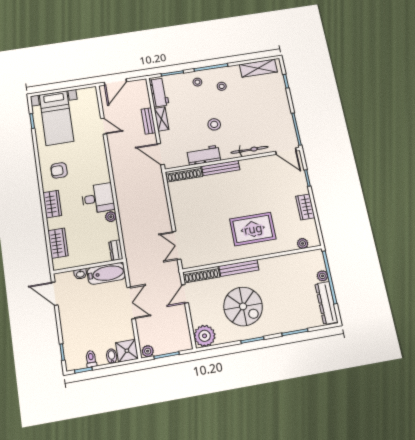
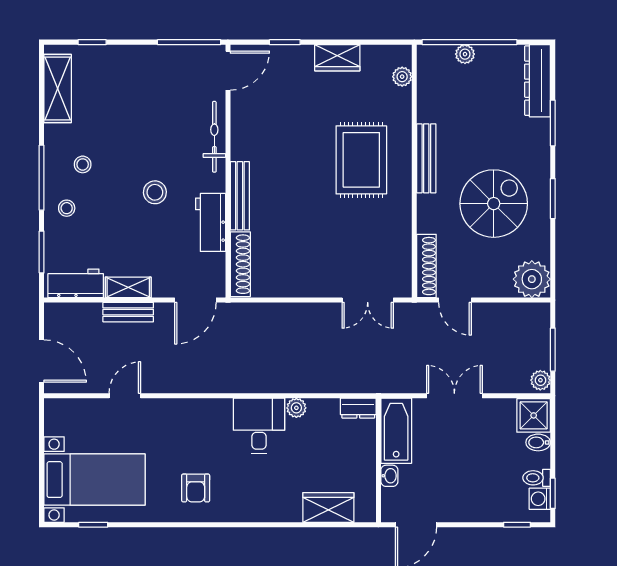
wardrobe: (52, 204) -> (256, 508), removed
bench: (239, 268) -> (426, 158), moved
dresser: (326, 303) -> (538, 81), moved, turned 90
washing machine: (79, 363) -> (540, 499), added

